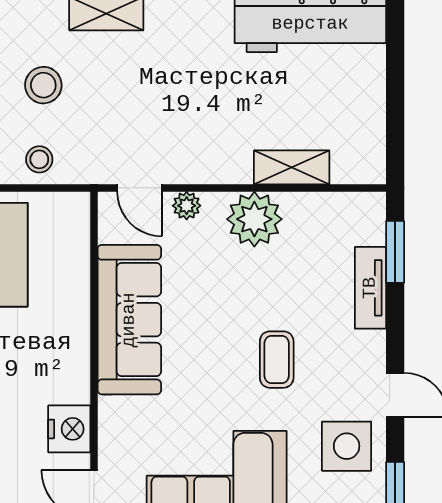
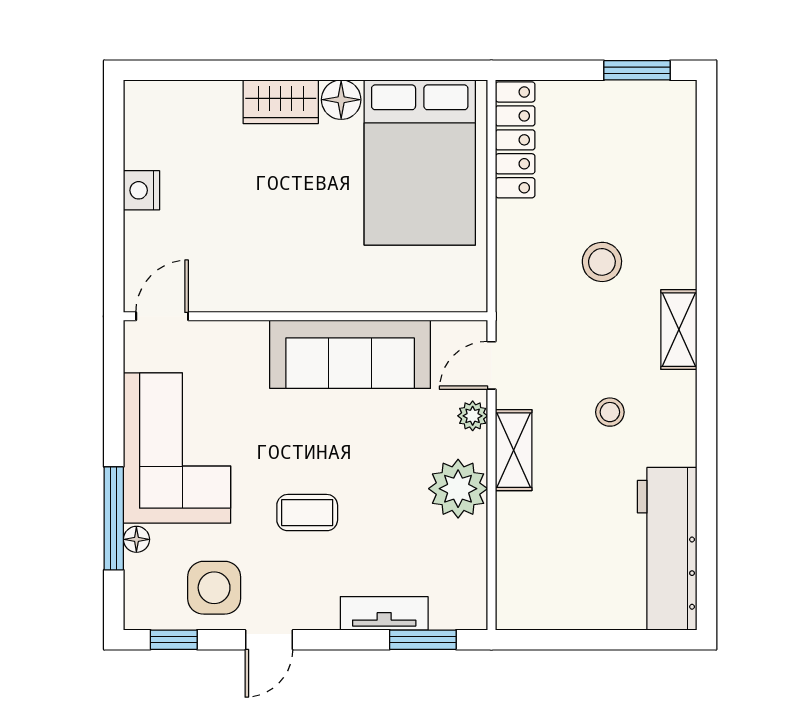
stool: (39, 159) -> (610, 412), moved
shelving: (292, 167) -> (514, 450), moved
nightstand: (69, 429) -> (233, 290), removed

